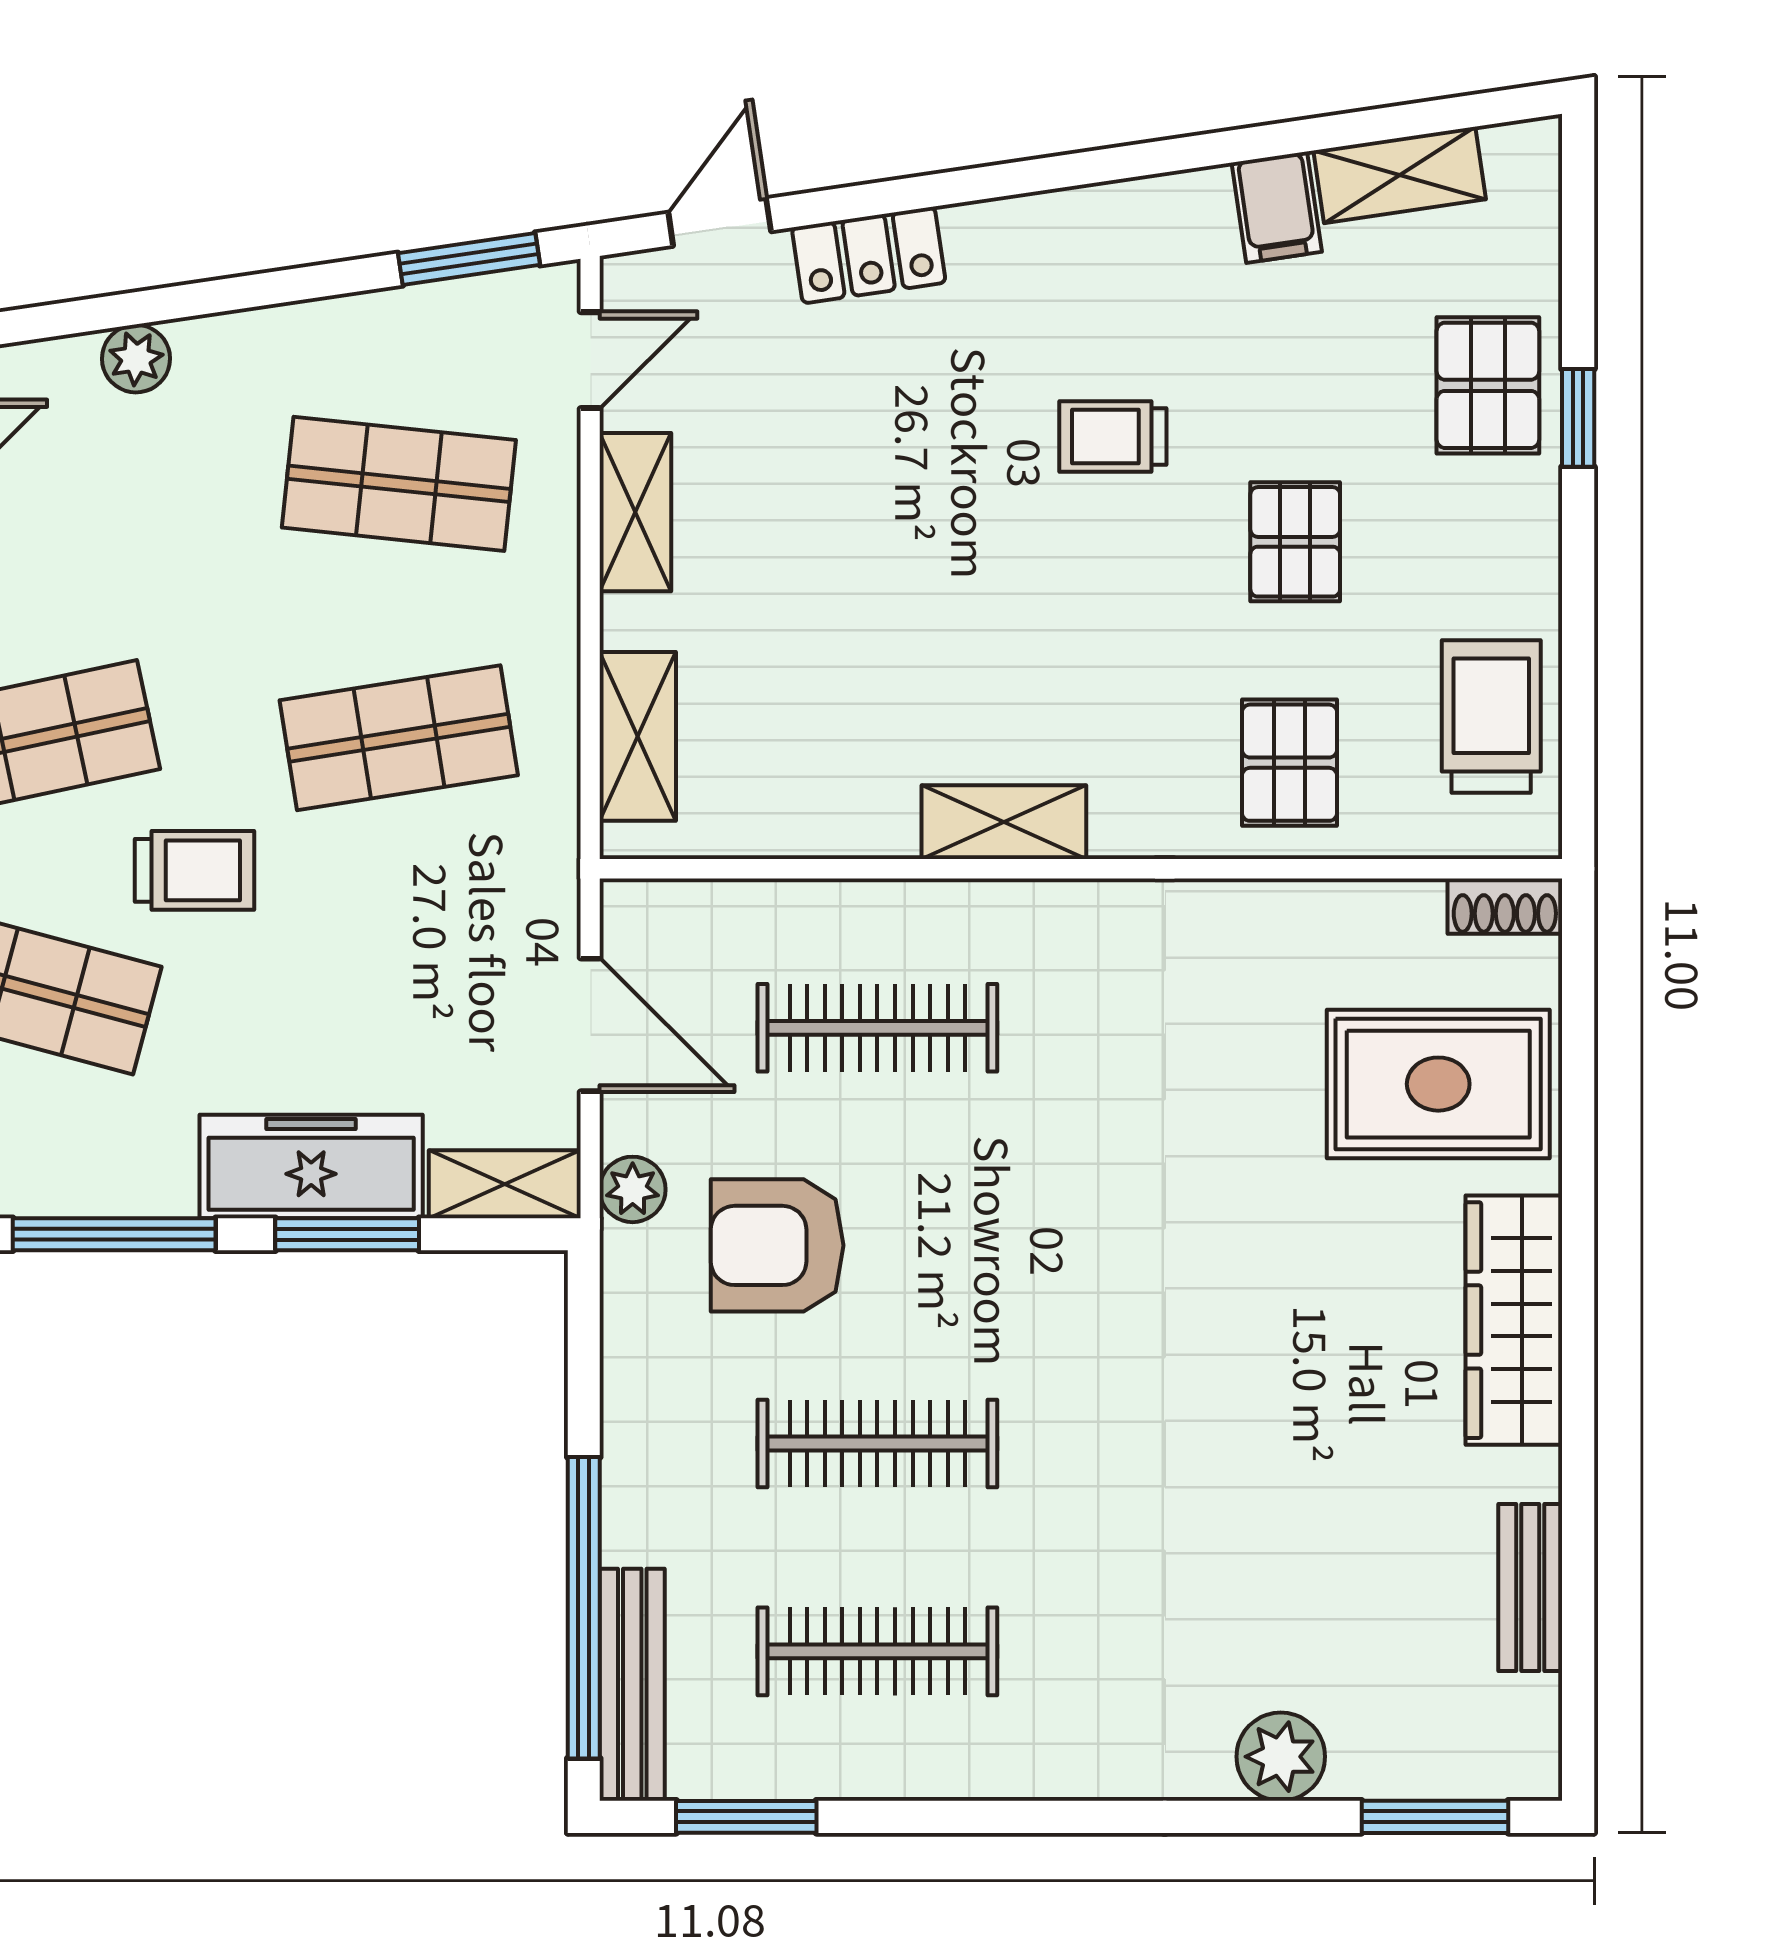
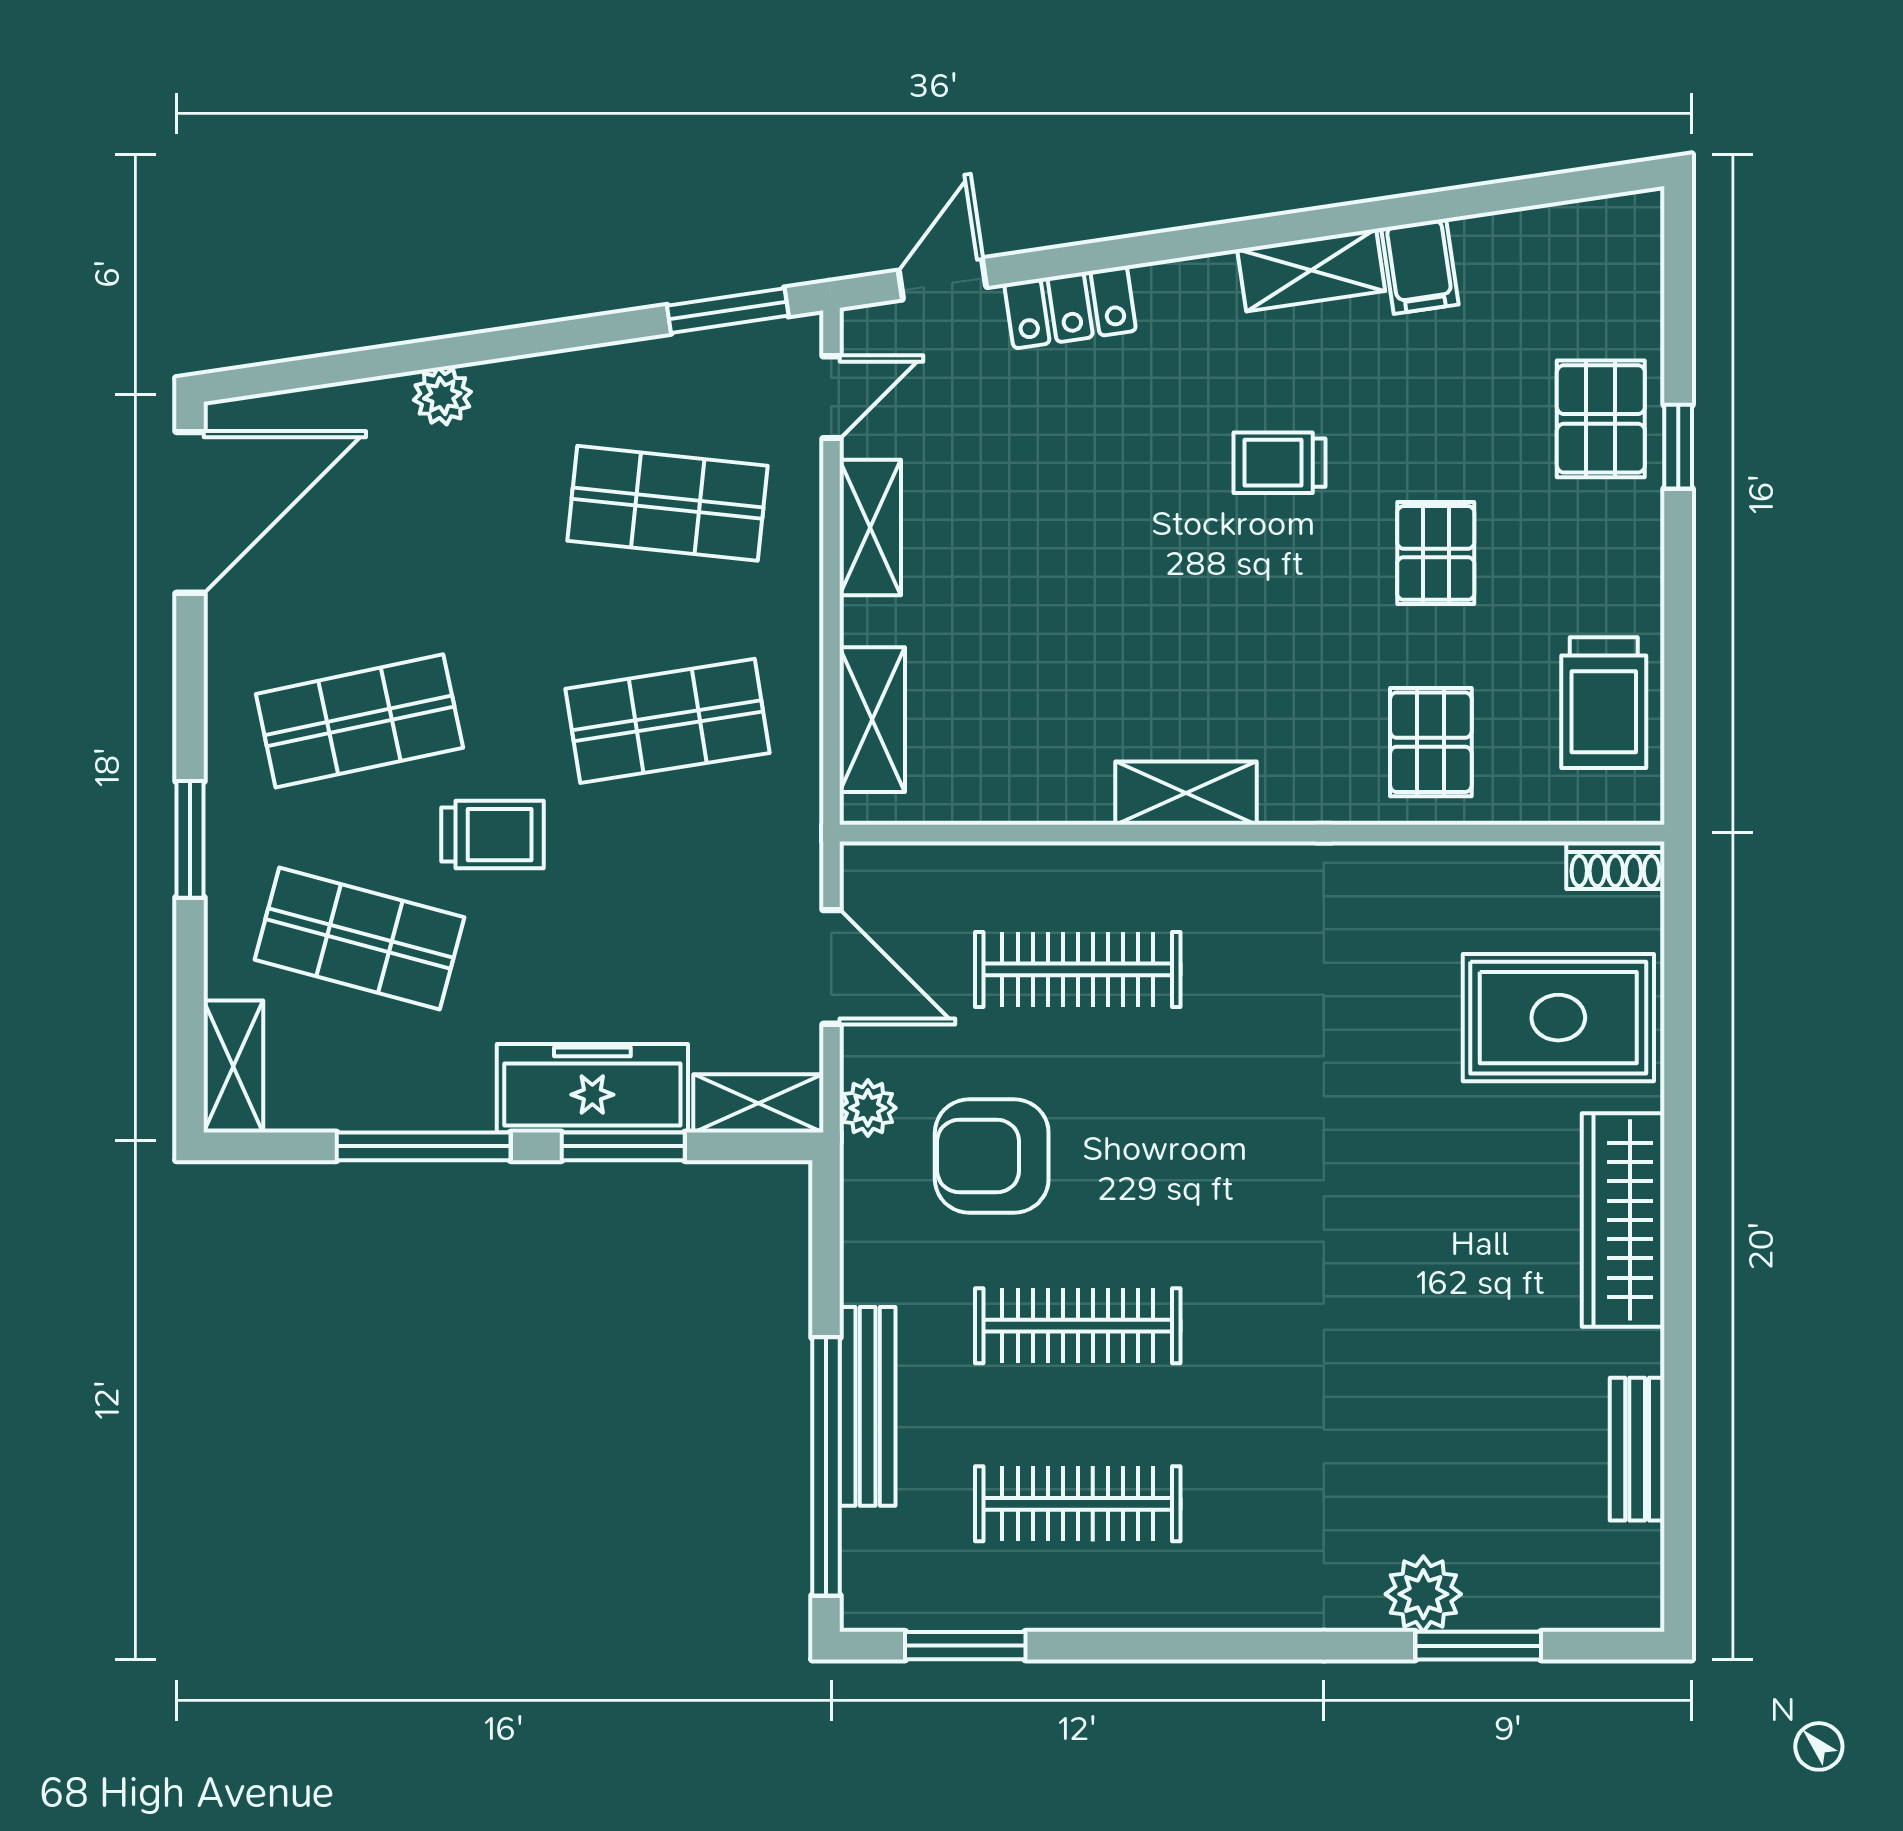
shelving: (1400, 175) -> (1311, 270), moved
trolley: (1491, 717) -> (1604, 703), turned 180
bench: (632, 1685) -> (868, 1406), moved
window: (1435, 1817) -> (1478, 1646), moved

